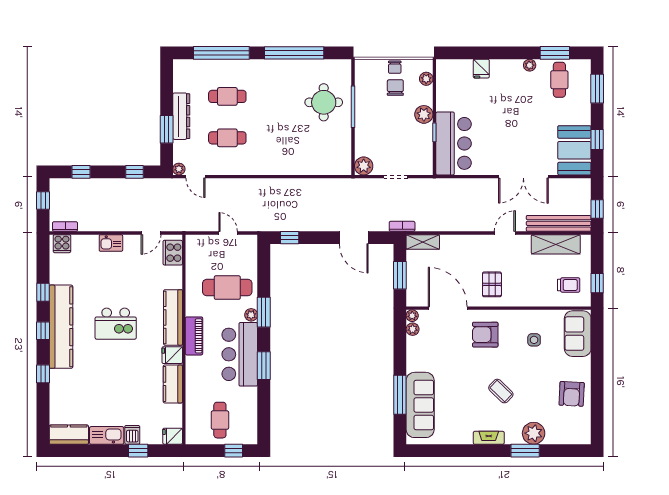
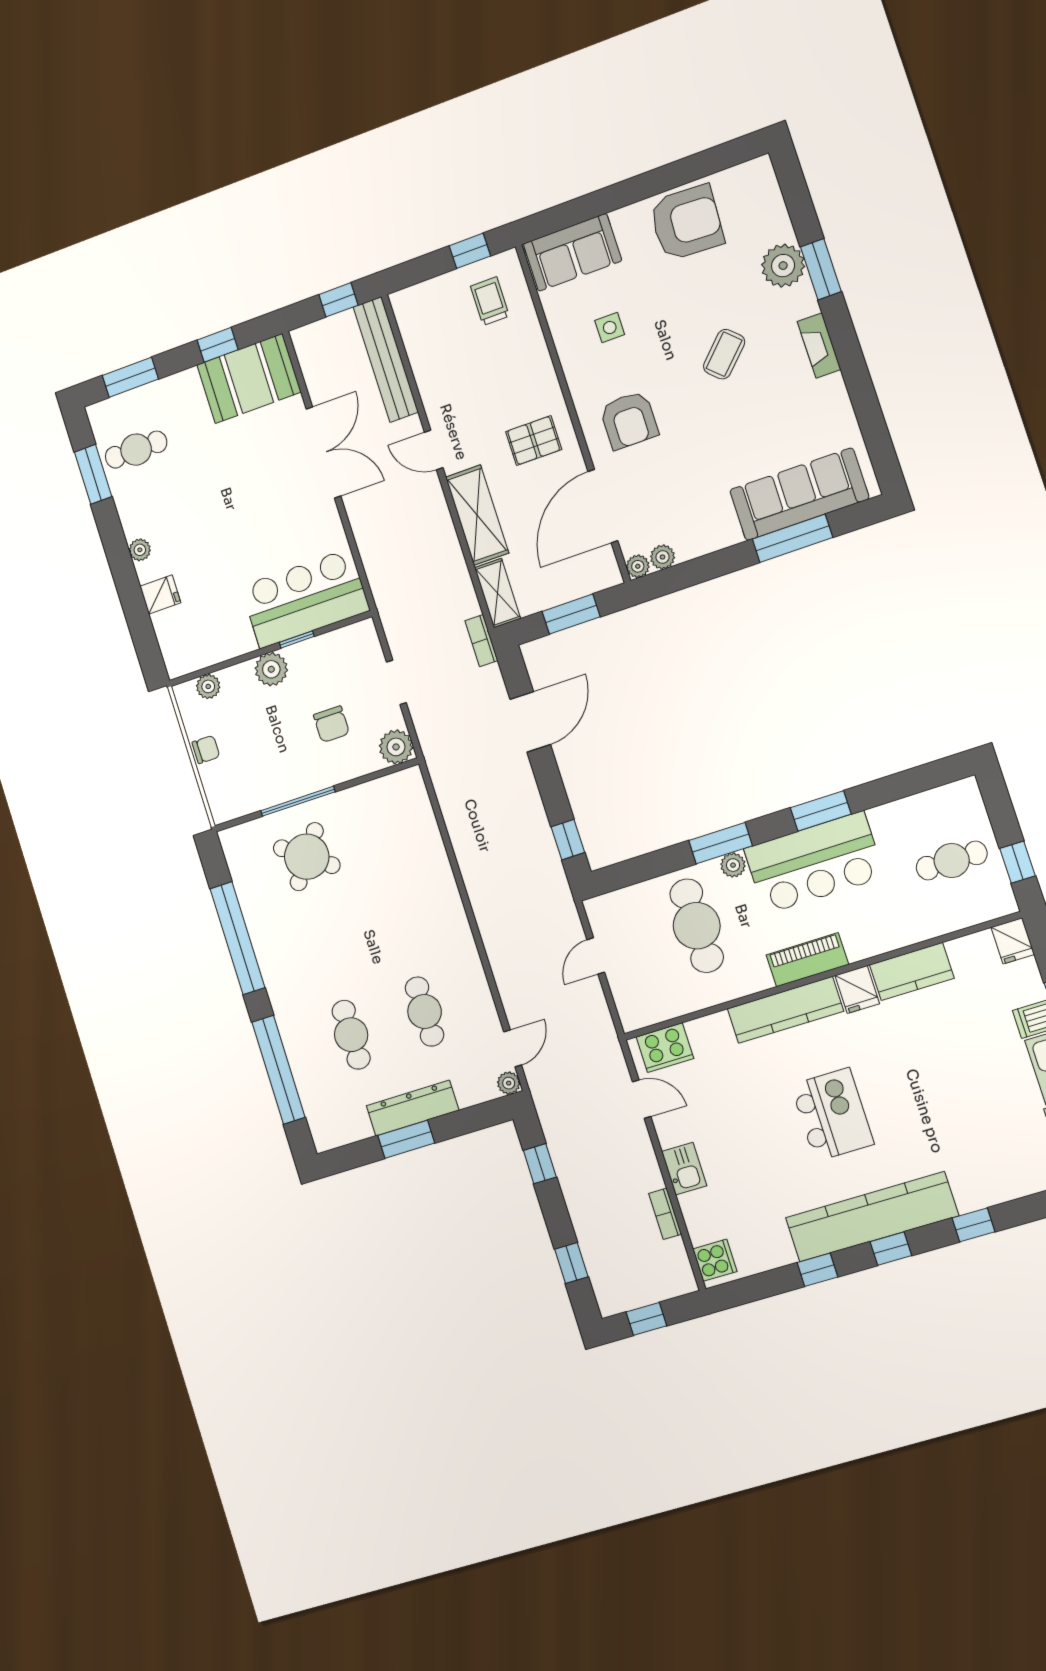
plant: (530, 65) -> (140, 550), moved
chair: (395, 88) -> (331, 724), moved, turned -90
round table: (324, 102) -> (307, 857), turned 36
window: (167, 129) -> (406, 1139), moved
bookcase: (65, 226) -> (665, 1214), moved
shelving: (556, 244) -> (477, 515), moved
armchair: (572, 394) -> (687, 223), width x1.36, depth x1.36
window: (234, 451) -> (1018, 862), moved

